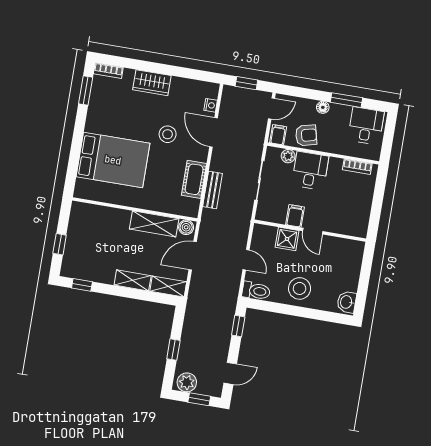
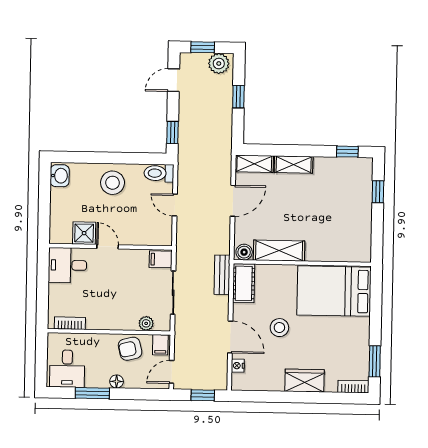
desk: (310, 171) -> (67, 265), moved, turned 90
wall: (135, 209) -> (302, 263), moved
filing cabinet: (295, 216) -> (161, 259), moved, turned 90
shelving: (154, 224) -> (279, 251), moved
boiler: (186, 227) -> (244, 252), moved
shower: (287, 239) -> (84, 233), moved

